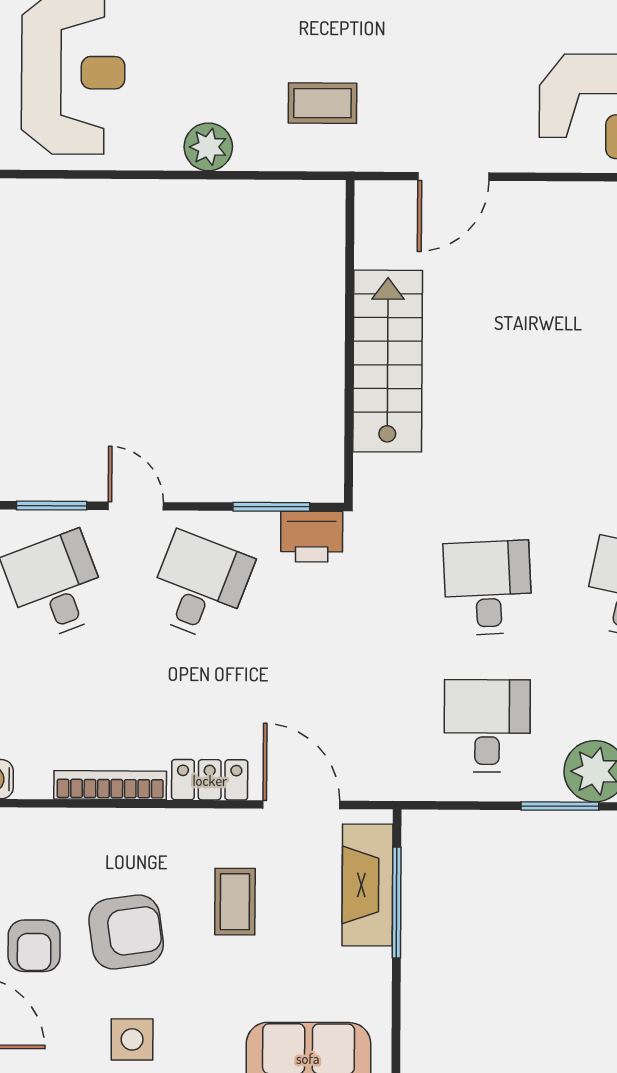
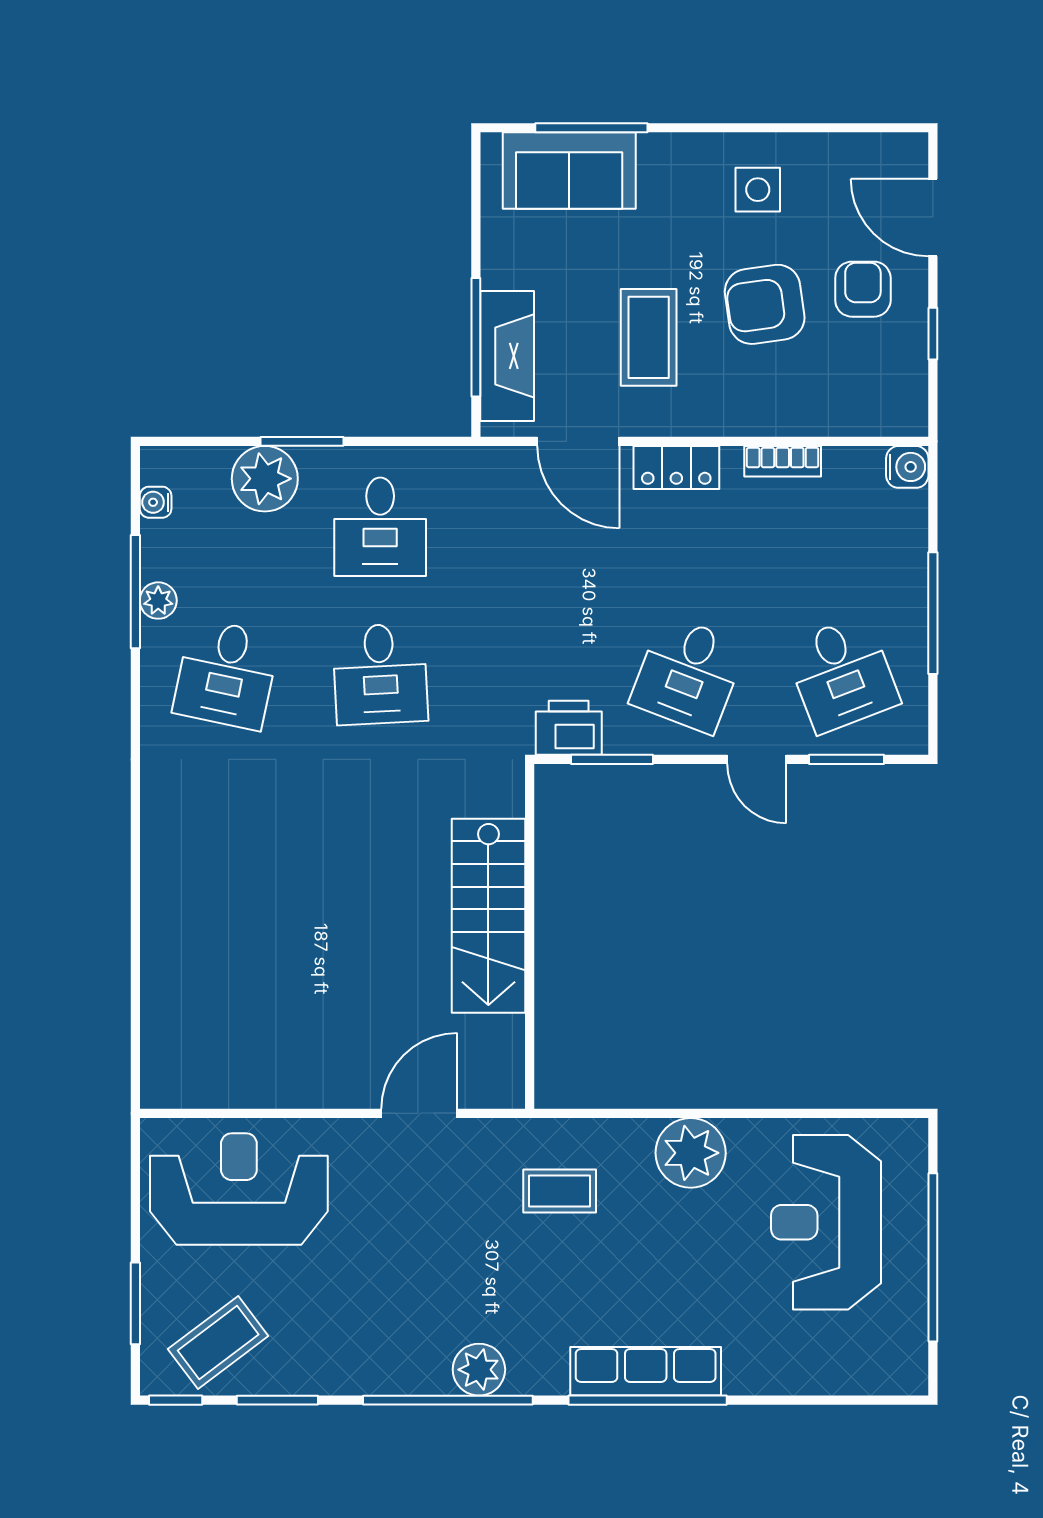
plant: (208, 147) -> (691, 1153), width x1.36, depth x1.36
bookcase: (110, 785) -> (783, 461), width x0.64
coffee table: (235, 902) -> (649, 337), width x1.36, depth x1.30

